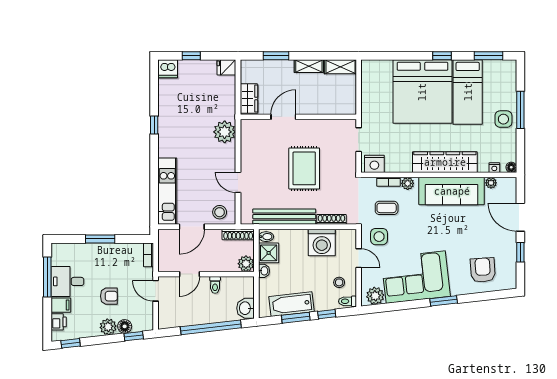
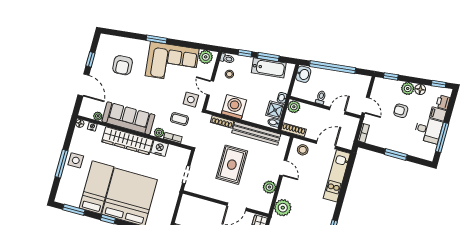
plant: (249, 153) -> (269, 187), added
nightstand: (374, 164) -> (159, 148), moved
armchair: (483, 270) -> (123, 65), moved
floor lamp: (125, 326) -> (420, 89), moved

